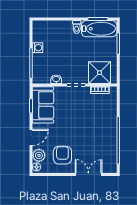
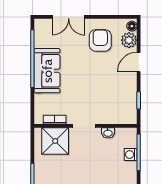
washing machine: (38, 48) -> (131, 155), moved
sofa: (43, 105) -> (47, 71), moved, turned 180
armchair: (62, 155) -> (100, 40), turned 180

